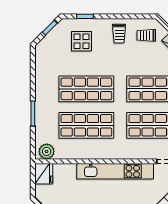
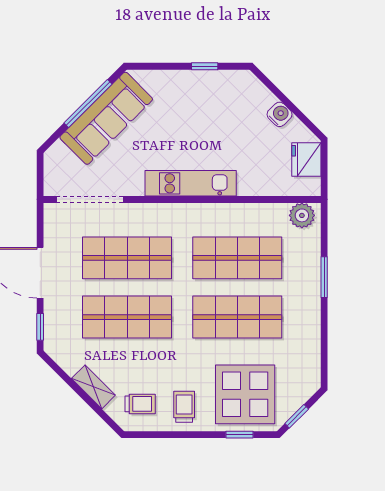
display table: (82, 41) -> (245, 394), width x1.86, depth x1.86
kitchen unit: (115, 171) -> (191, 183), width x0.73
fridge: (44, 174) -> (306, 159), moved

